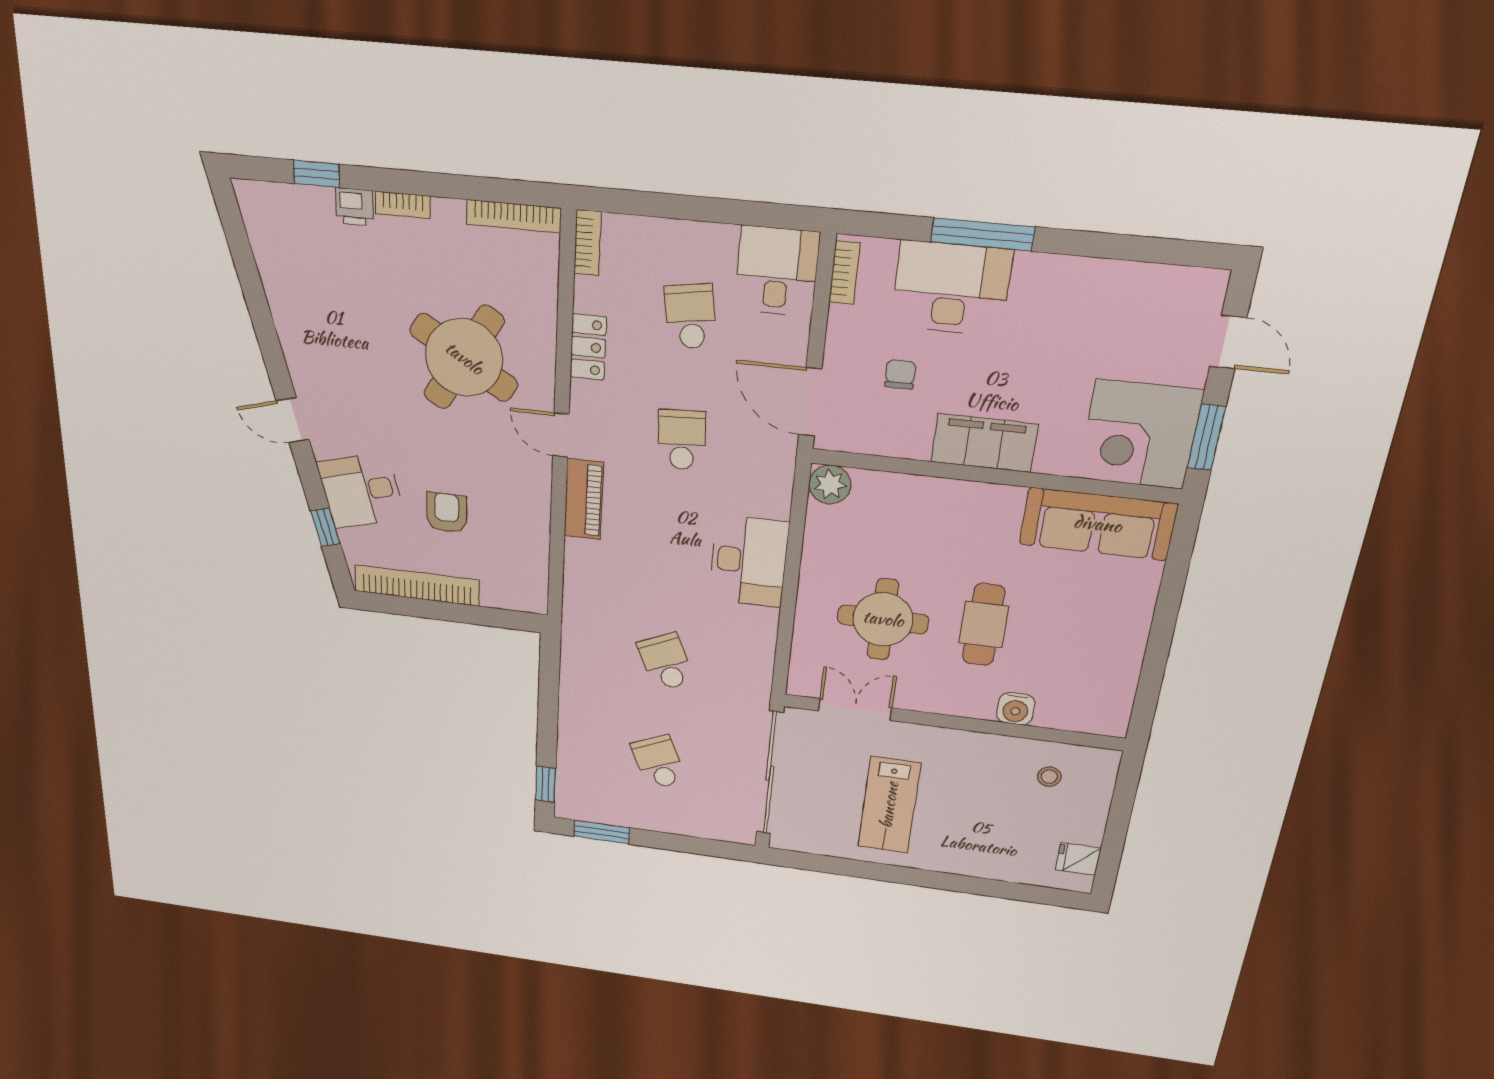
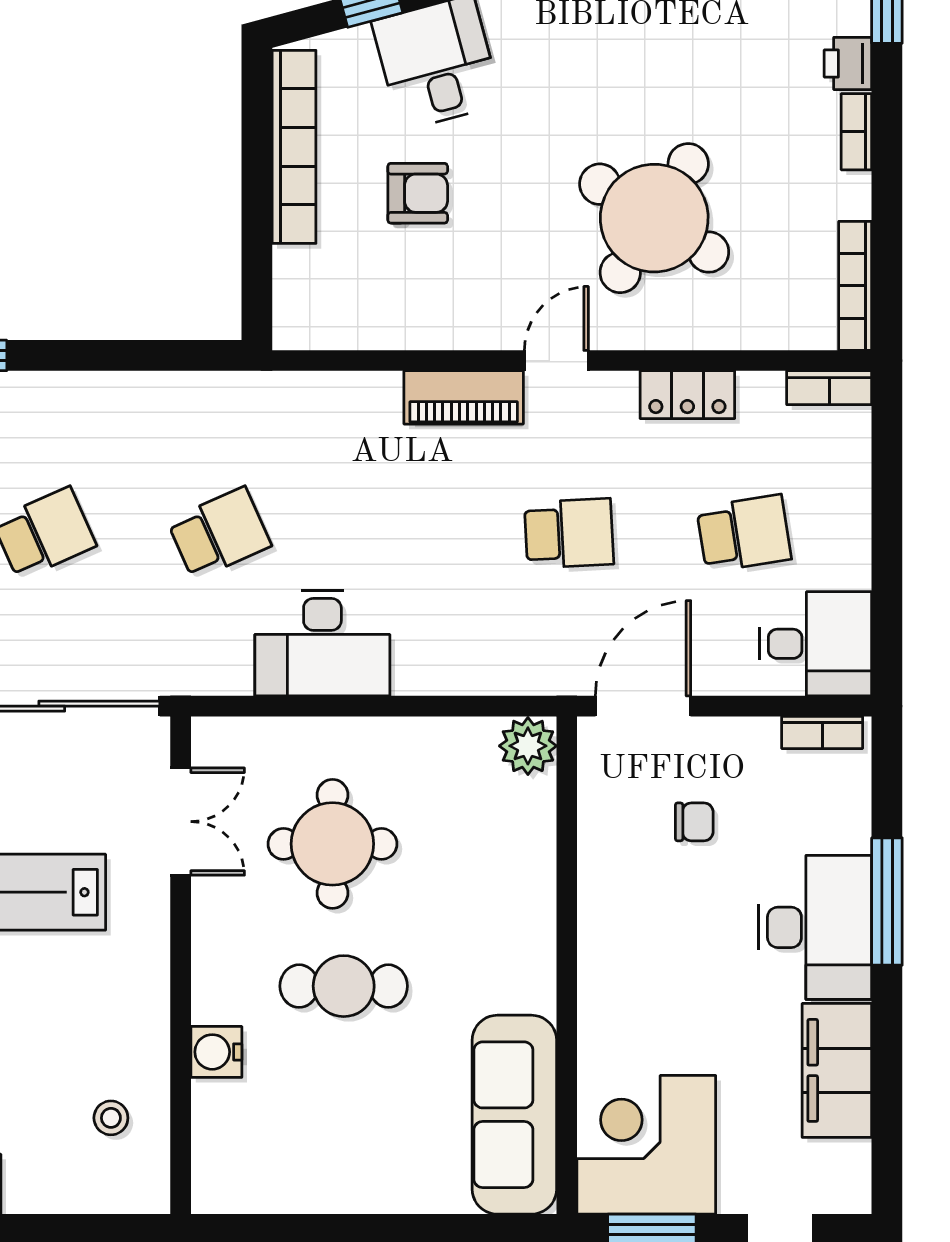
desk: (951, 288) -> (815, 927), moved
filing cabinet: (984, 443) -> (837, 1070), moved, turned 180
desk: (749, 561) -> (322, 643), moved

